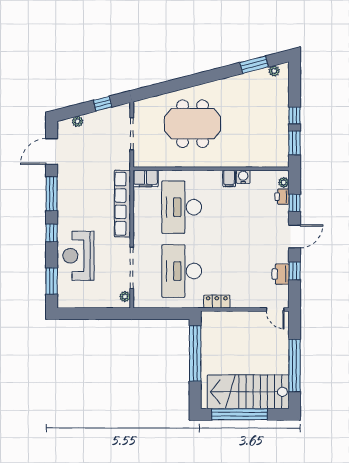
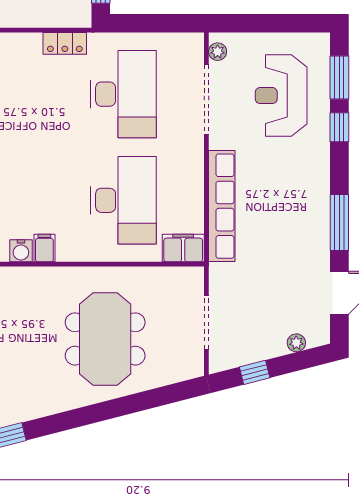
meeting table: (193, 124) -> (105, 339), turned 90
window: (52, 233) -> (339, 127), moved
reception desk: (78, 256) -> (281, 96), moved, turned 180

